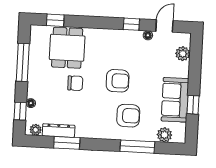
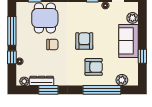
armchair: (118, 81) -> (84, 41), turned -90
sofa: (175, 100) -> (128, 41), moved
window: (20, 111) -> (12, 57), moved
window: (137, 147) -> (102, 90), width x1.46

